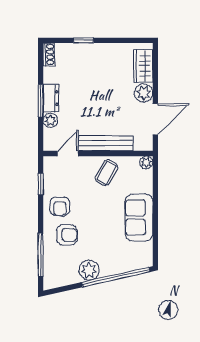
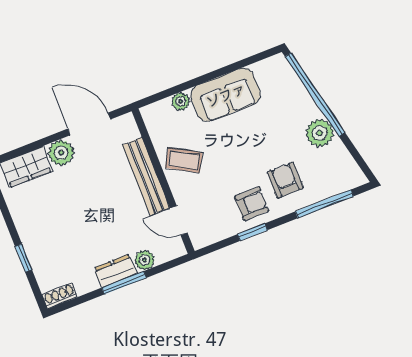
plant: (146, 162) -> (181, 101), moved
window: (41, 184) -> (253, 232), moved

